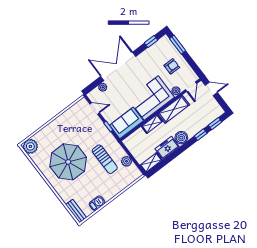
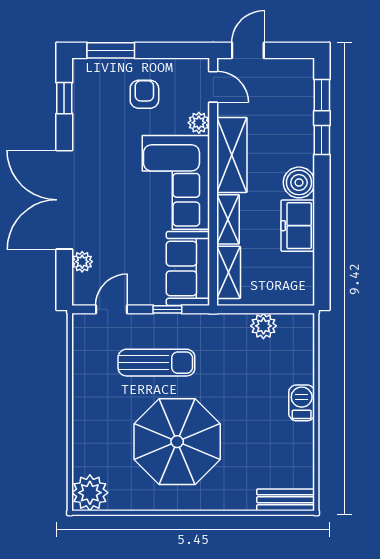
sun lounger: (105, 159) -> (156, 363), moved
shelving: (151, 163) -> (229, 272), moved
barbecue: (97, 203) -> (302, 403), moved

